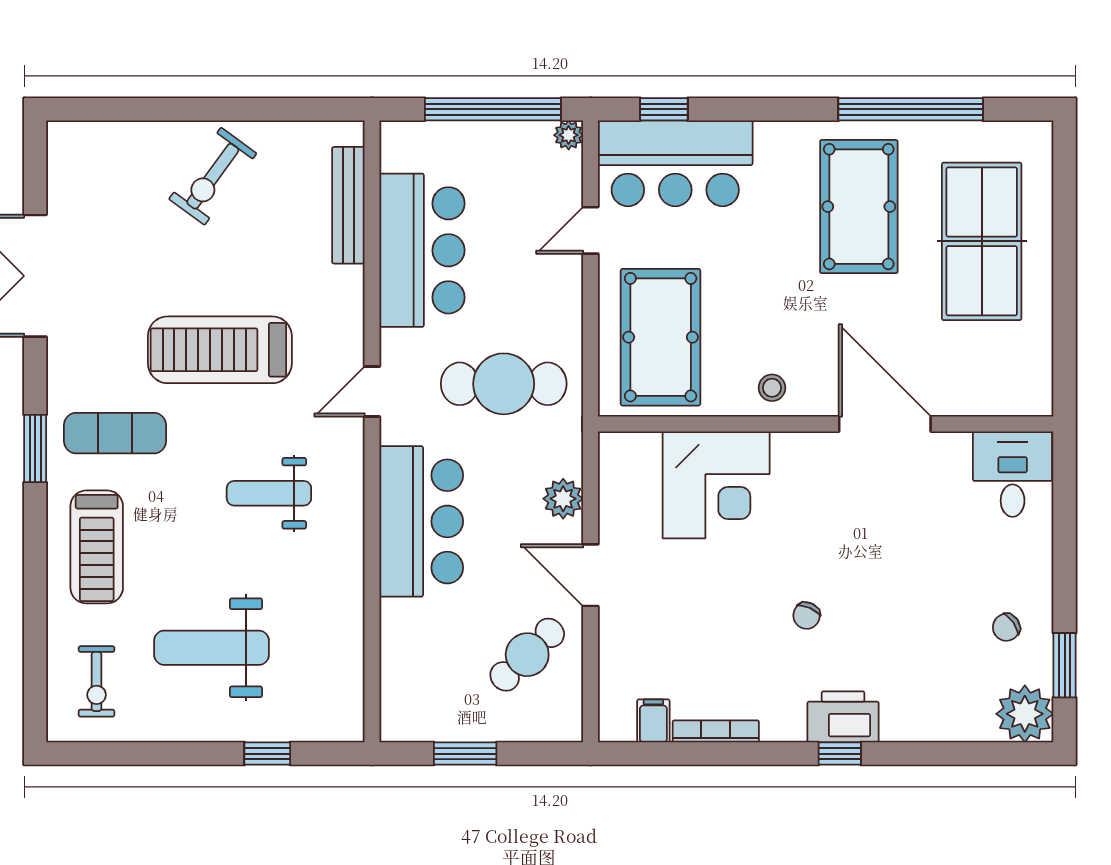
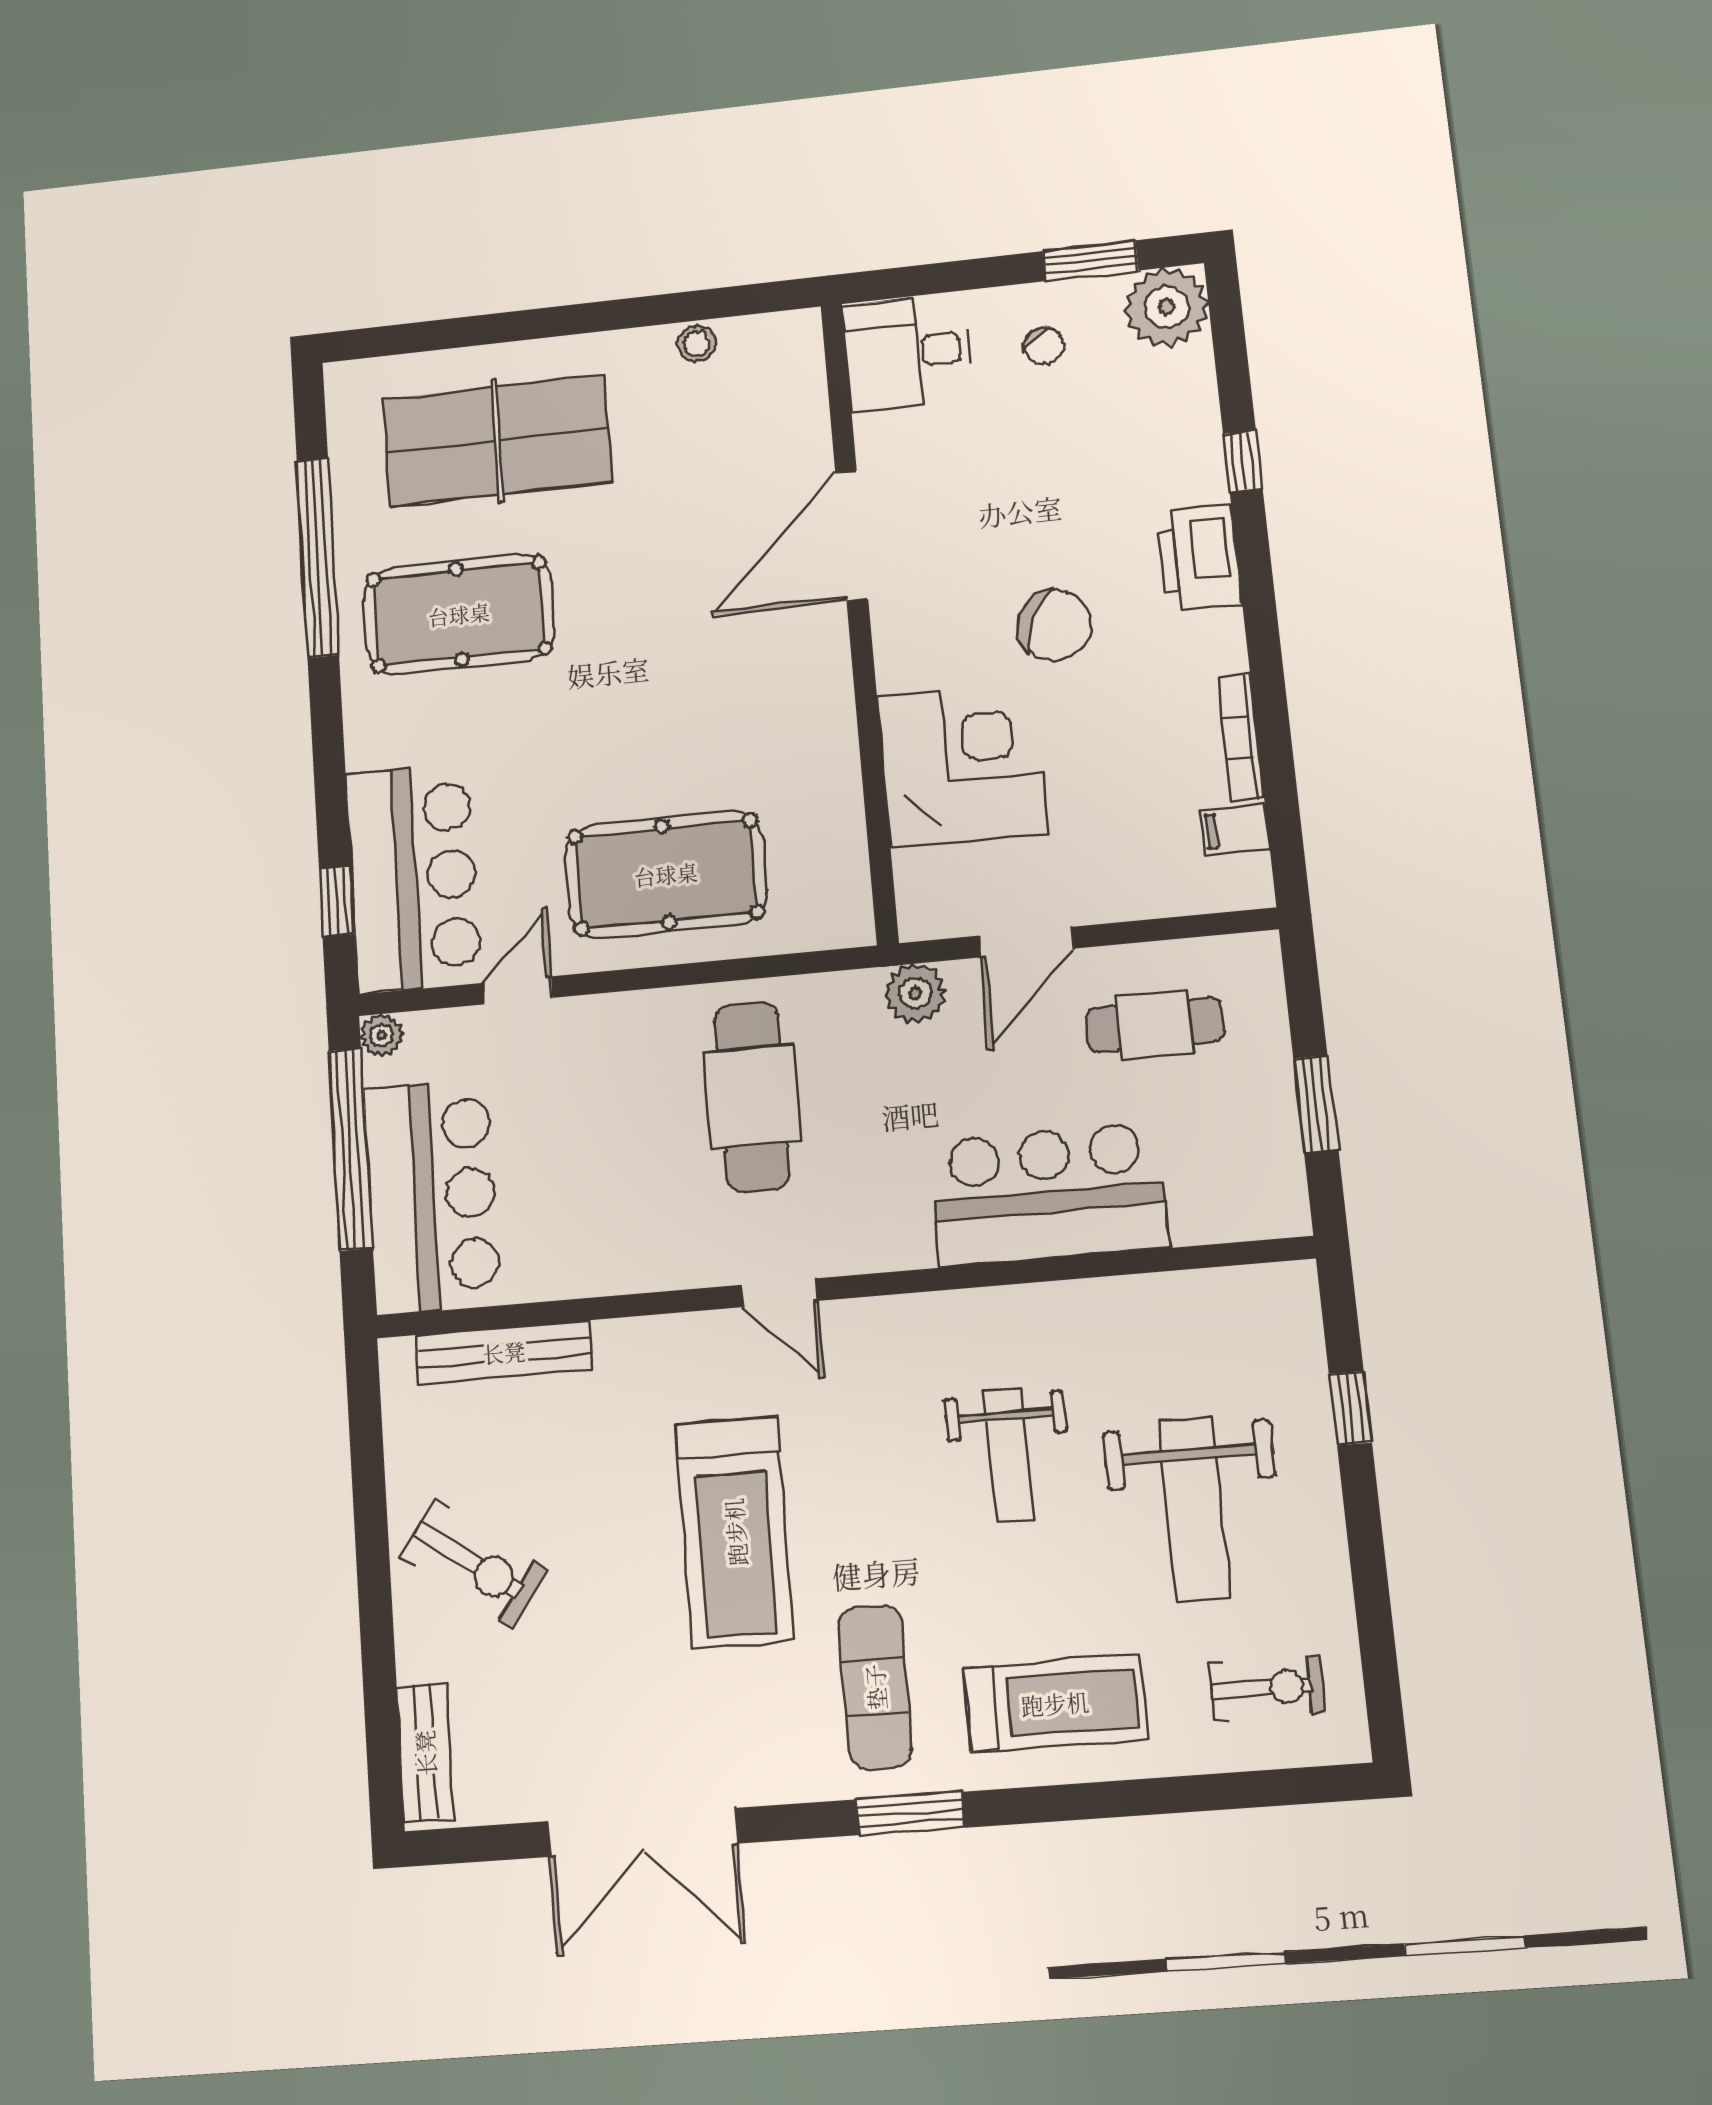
bench: (95, 137) -> (425, 1753), added
door: (591, 230) -> (518, 990), swing flipped
bar counter: (422, 250) -> (432, 1196), moved, turned 90
stool: (772, 388) -> (697, 344), moved
wall: (826, 424) -> (859, 618), moved
door: (885, 424) -> (852, 536), moved
desk: (1013, 474) -> (908, 353), moved
corner desk: (716, 485) -> (962, 765), moved
weight bench: (269, 493) -> (1009, 1455), moved
bar counter: (421, 521) -> (1048, 1194), moved
chair: (807, 616) -> (1055, 625), width x1.87, depth x1.87
cafe table: (527, 655) -> (1155, 1025), turned -46
window: (840, 754) -> (1243, 462), moved

